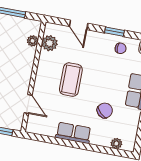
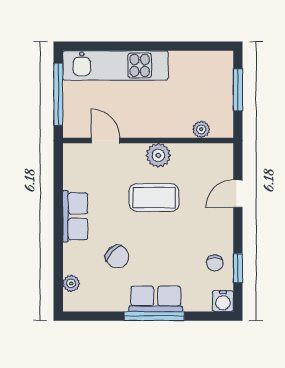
window: (114, 32) -> (238, 268), moved
plant: (49, 43) -> (158, 155), moved
door: (28, 104) -> (106, 140), swing flipped

